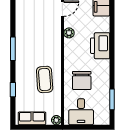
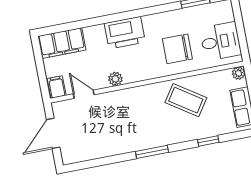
coffee table: (45, 79) -> (186, 100), turned 38
chair: (82, 80) -> (177, 49), turned 180

